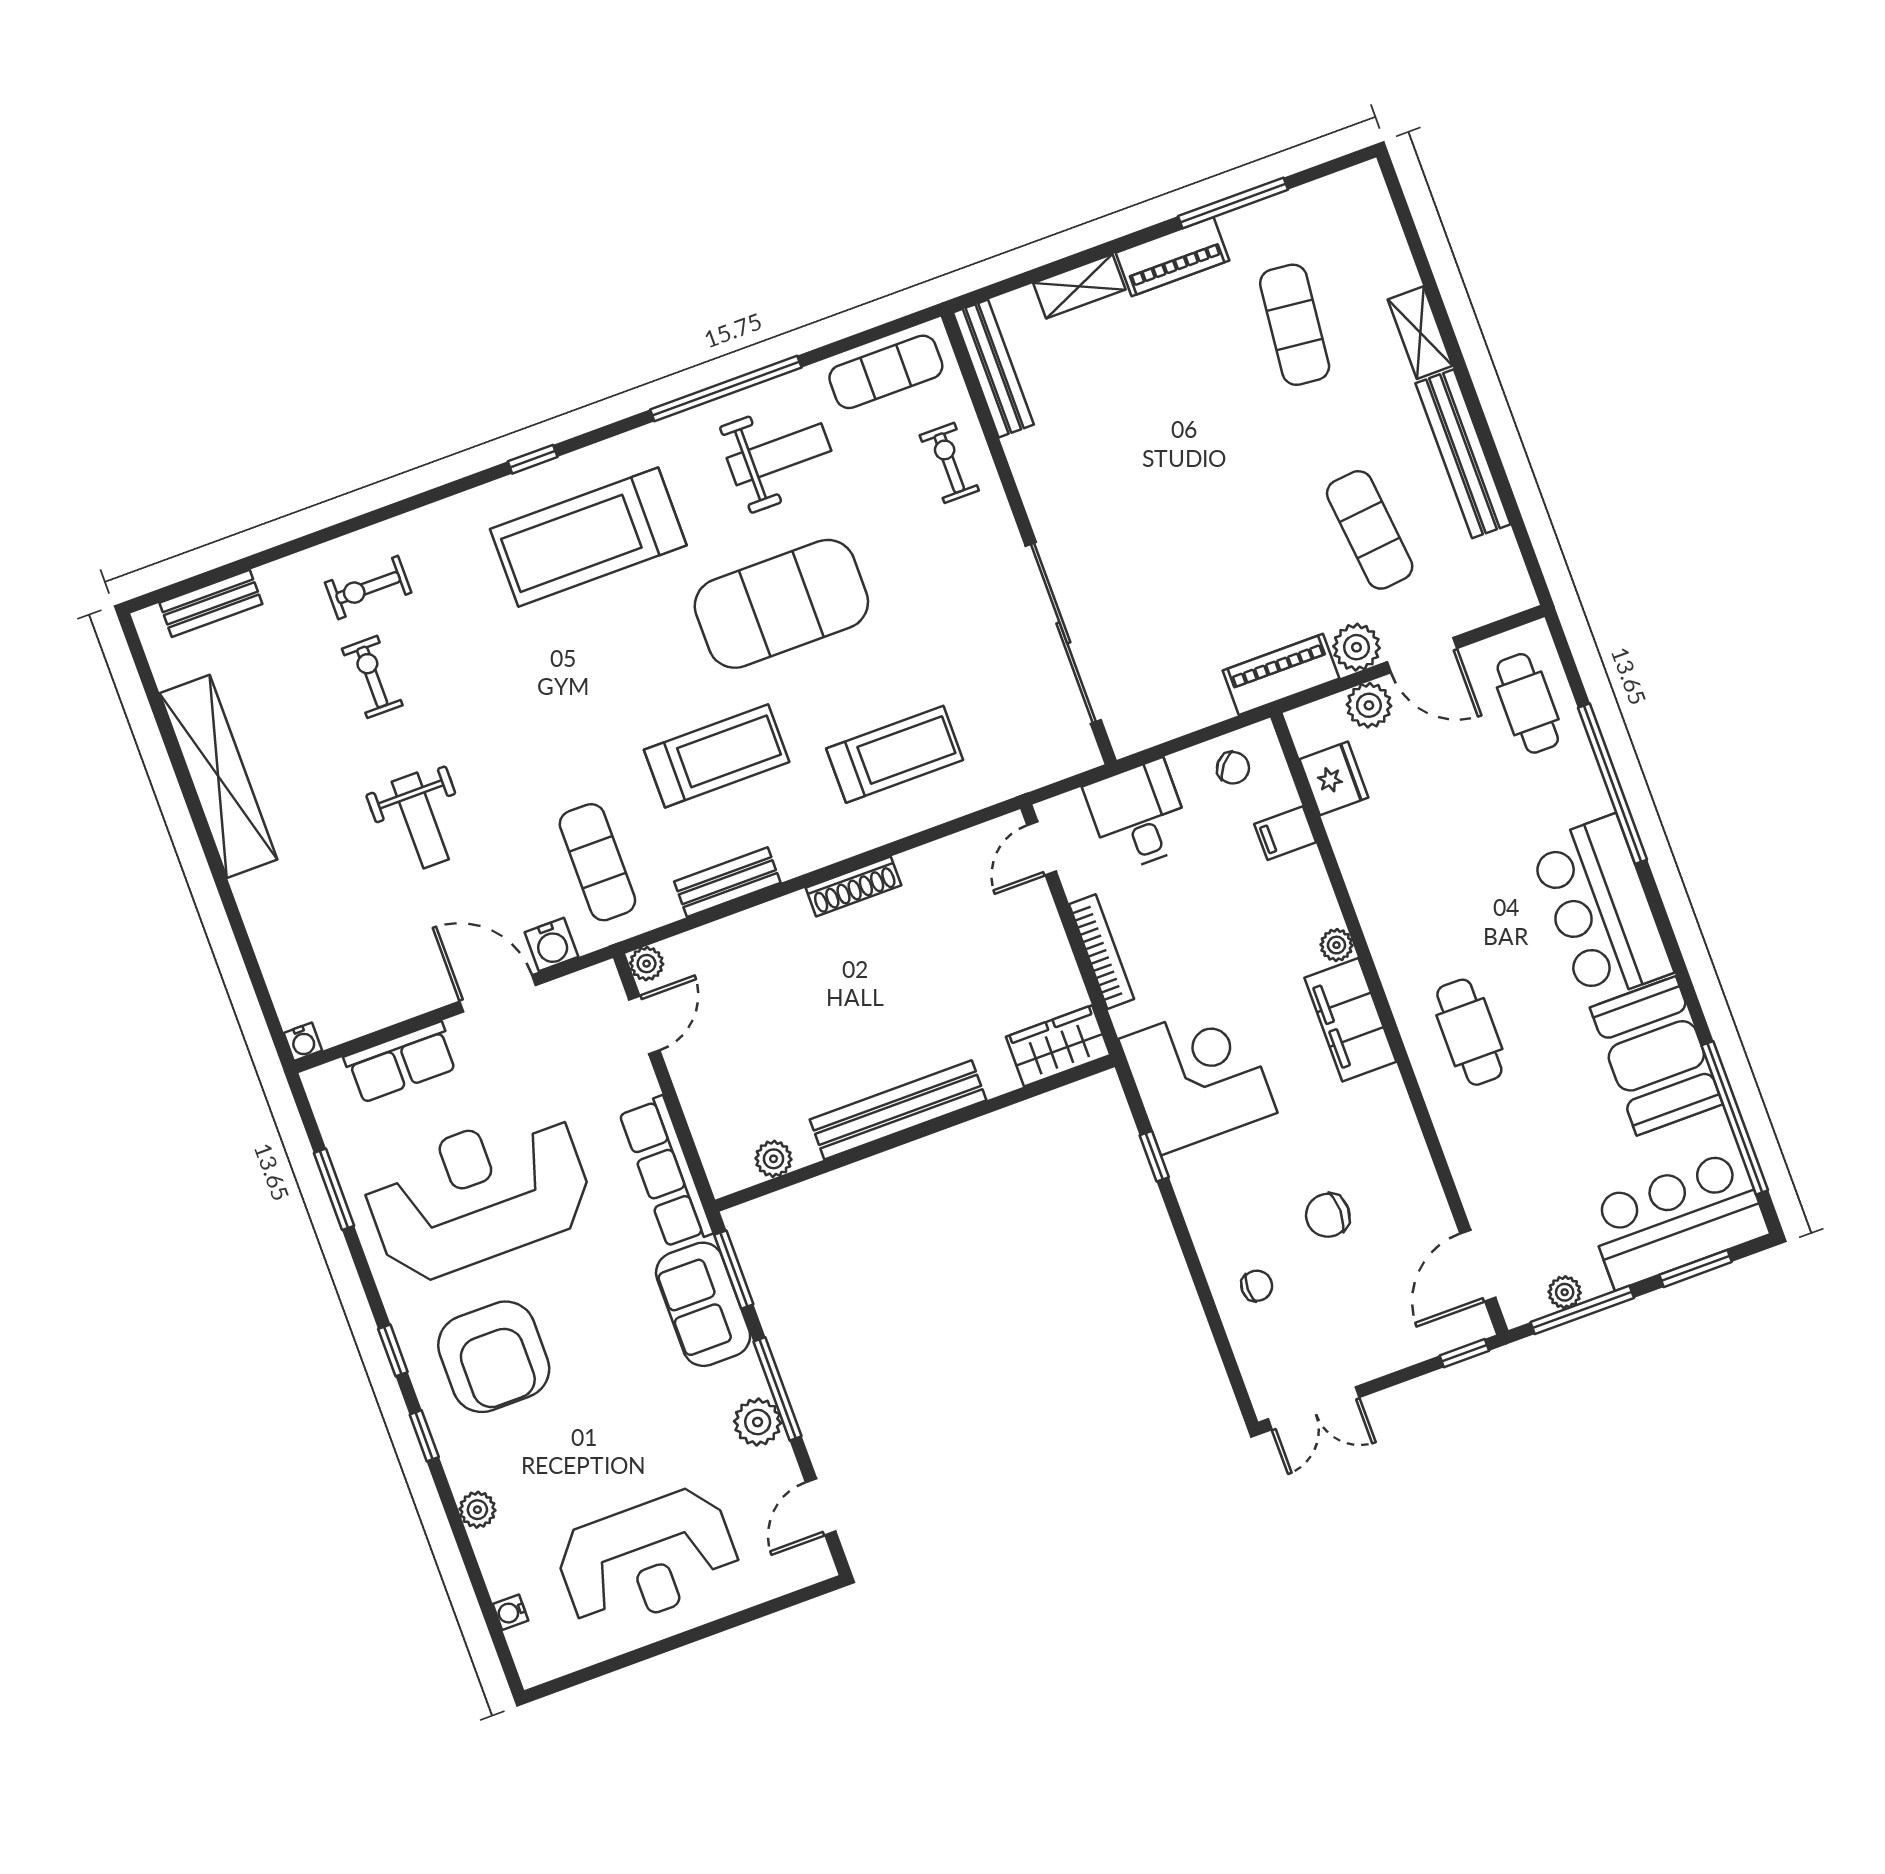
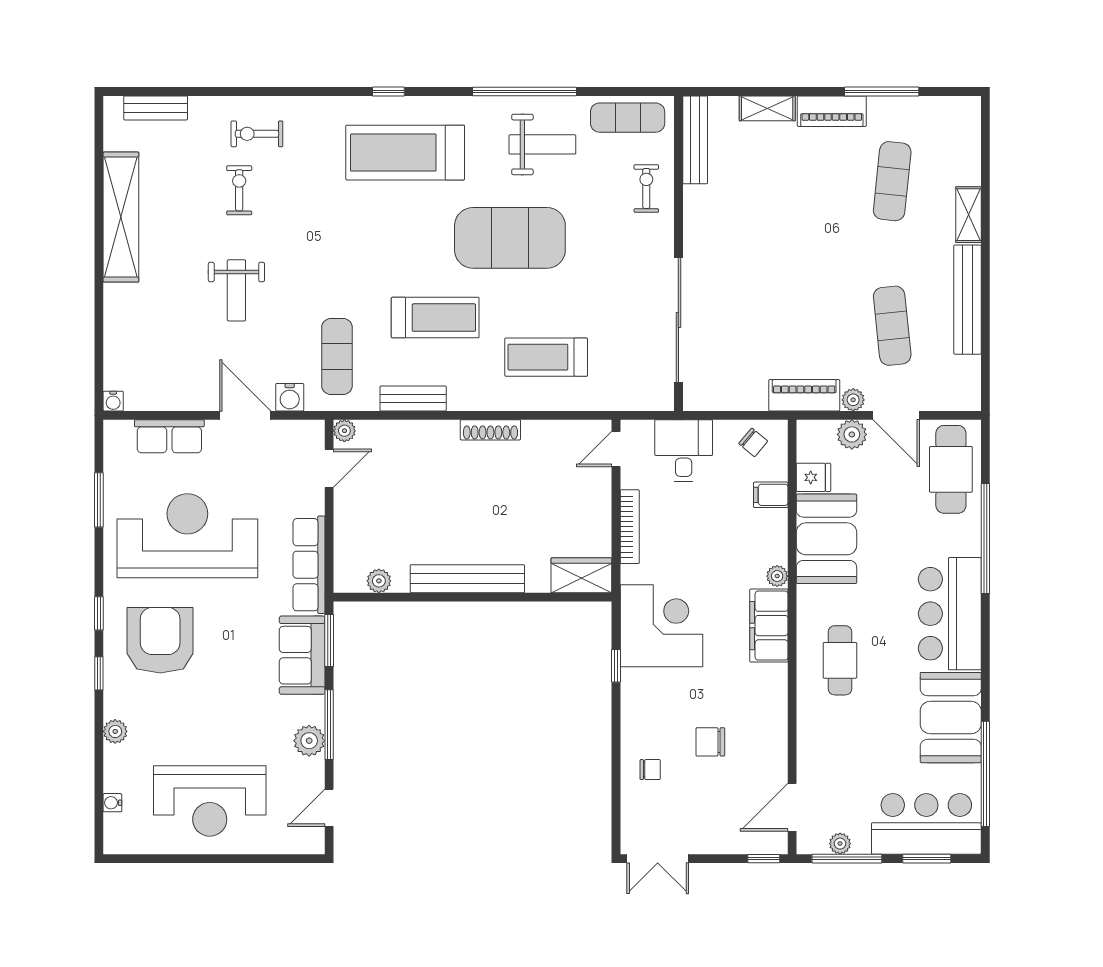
plant: (1357, 647) -> (853, 400), width x0.73, depth x0.73
cafe table: (1528, 703) -> (951, 469), width x1.37, depth x1.35
treadmill: (895, 754) -> (546, 357), turned 180
fridge: (1334, 778) -> (813, 477), width x0.72
booth: (1387, 867) -> (826, 539), added
armchair: (494, 1357) -> (160, 640), turned 180

